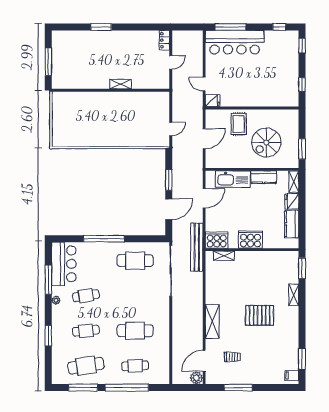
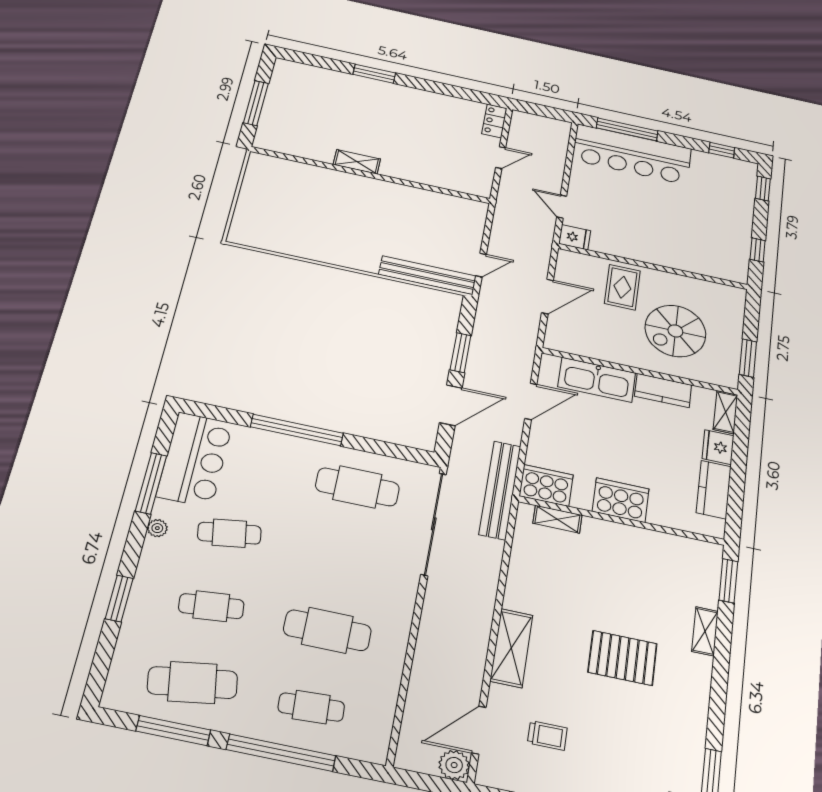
shelving: (120, 84) -> (357, 162), moved
bench: (147, 141) -> (427, 275), added

